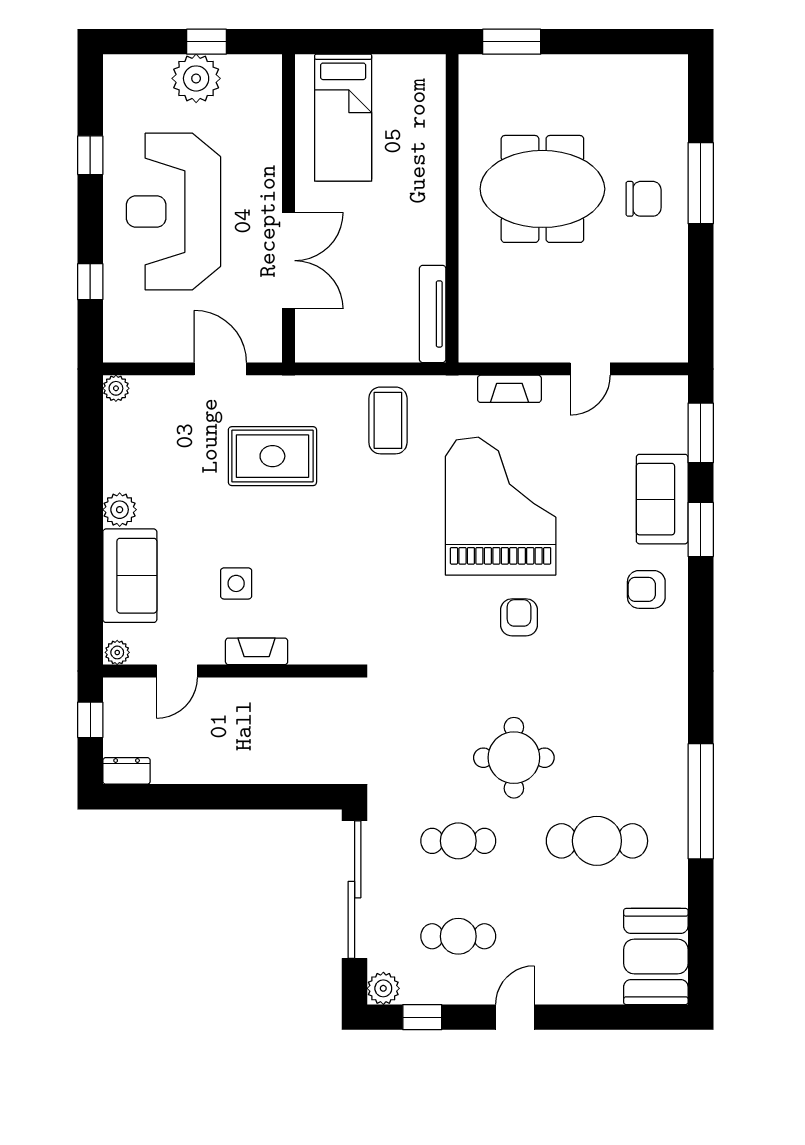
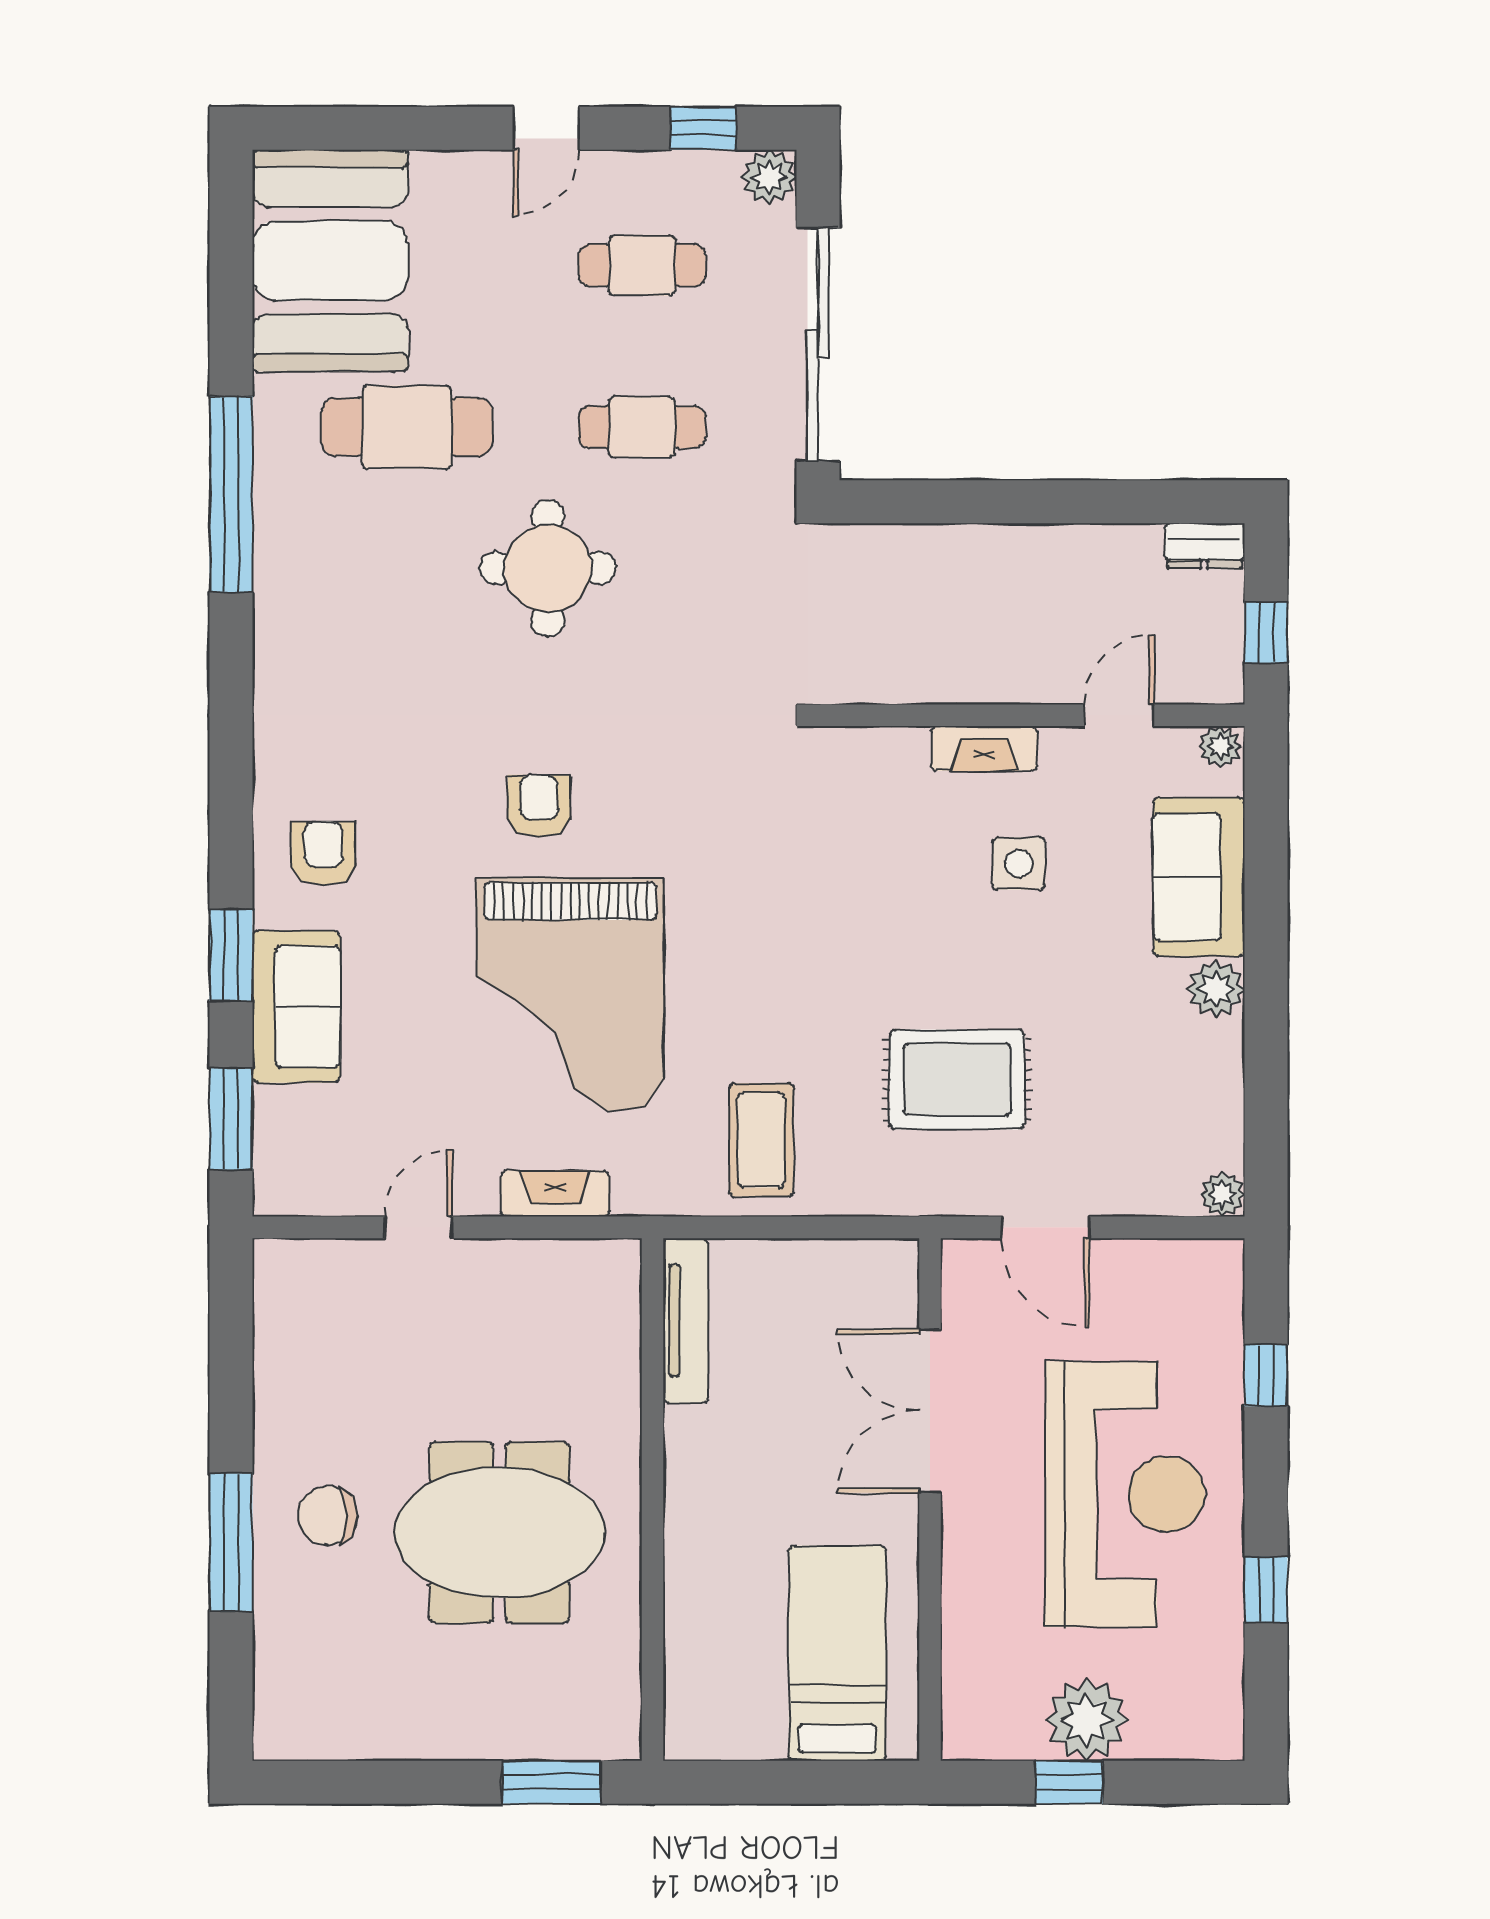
armchair: (646, 589) -> (323, 853), turned -90
armchair: (519, 617) -> (539, 806), turned 180
booth: (656, 956) -> (330, 260), width x1.36, depth x1.42

